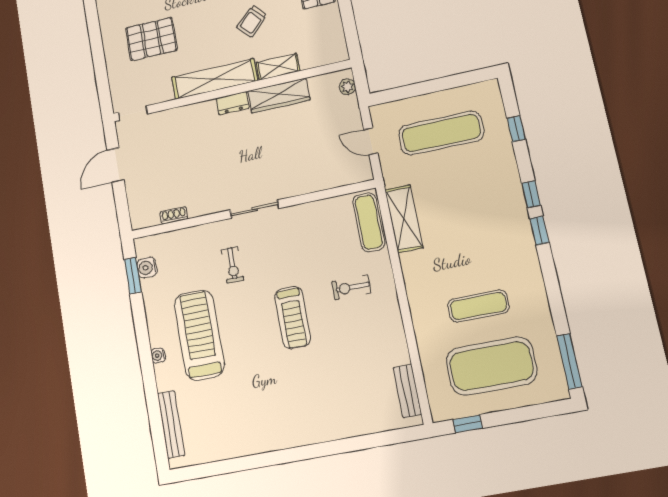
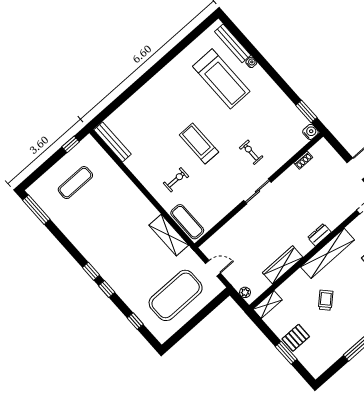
shelving: (278, 67) -> (268, 305), moved
dresser: (233, 103) -> (319, 235), moved
exercise mat: (441, 133) -> (176, 295), width x1.47
water cooler: (147, 268) -> (310, 132), moved
exercise mat: (478, 306) -> (100, 211), removed
treadmill: (199, 335) -> (221, 79), moved
water cooler: (158, 355) -> (251, 62), moved
exercise mat: (491, 366) -> (75, 183), width x0.50, depth x0.69
bench: (407, 391) -> (112, 142), width x1.36

